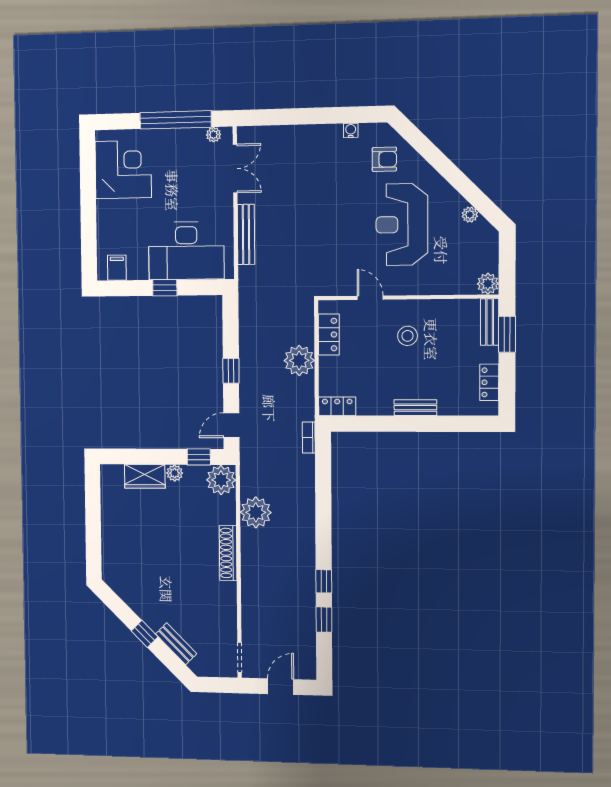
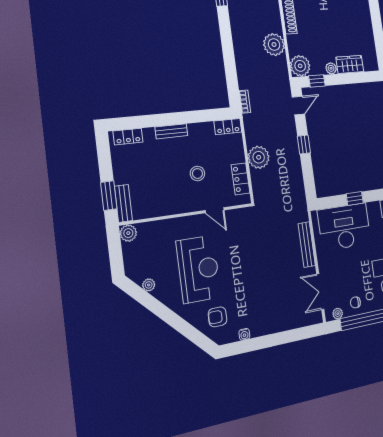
chair: (185, 145) -> (355, 302), added
stool: (408, 336) -> (197, 174), moved
locker: (489, 382) -> (128, 137), moved, turned 90

